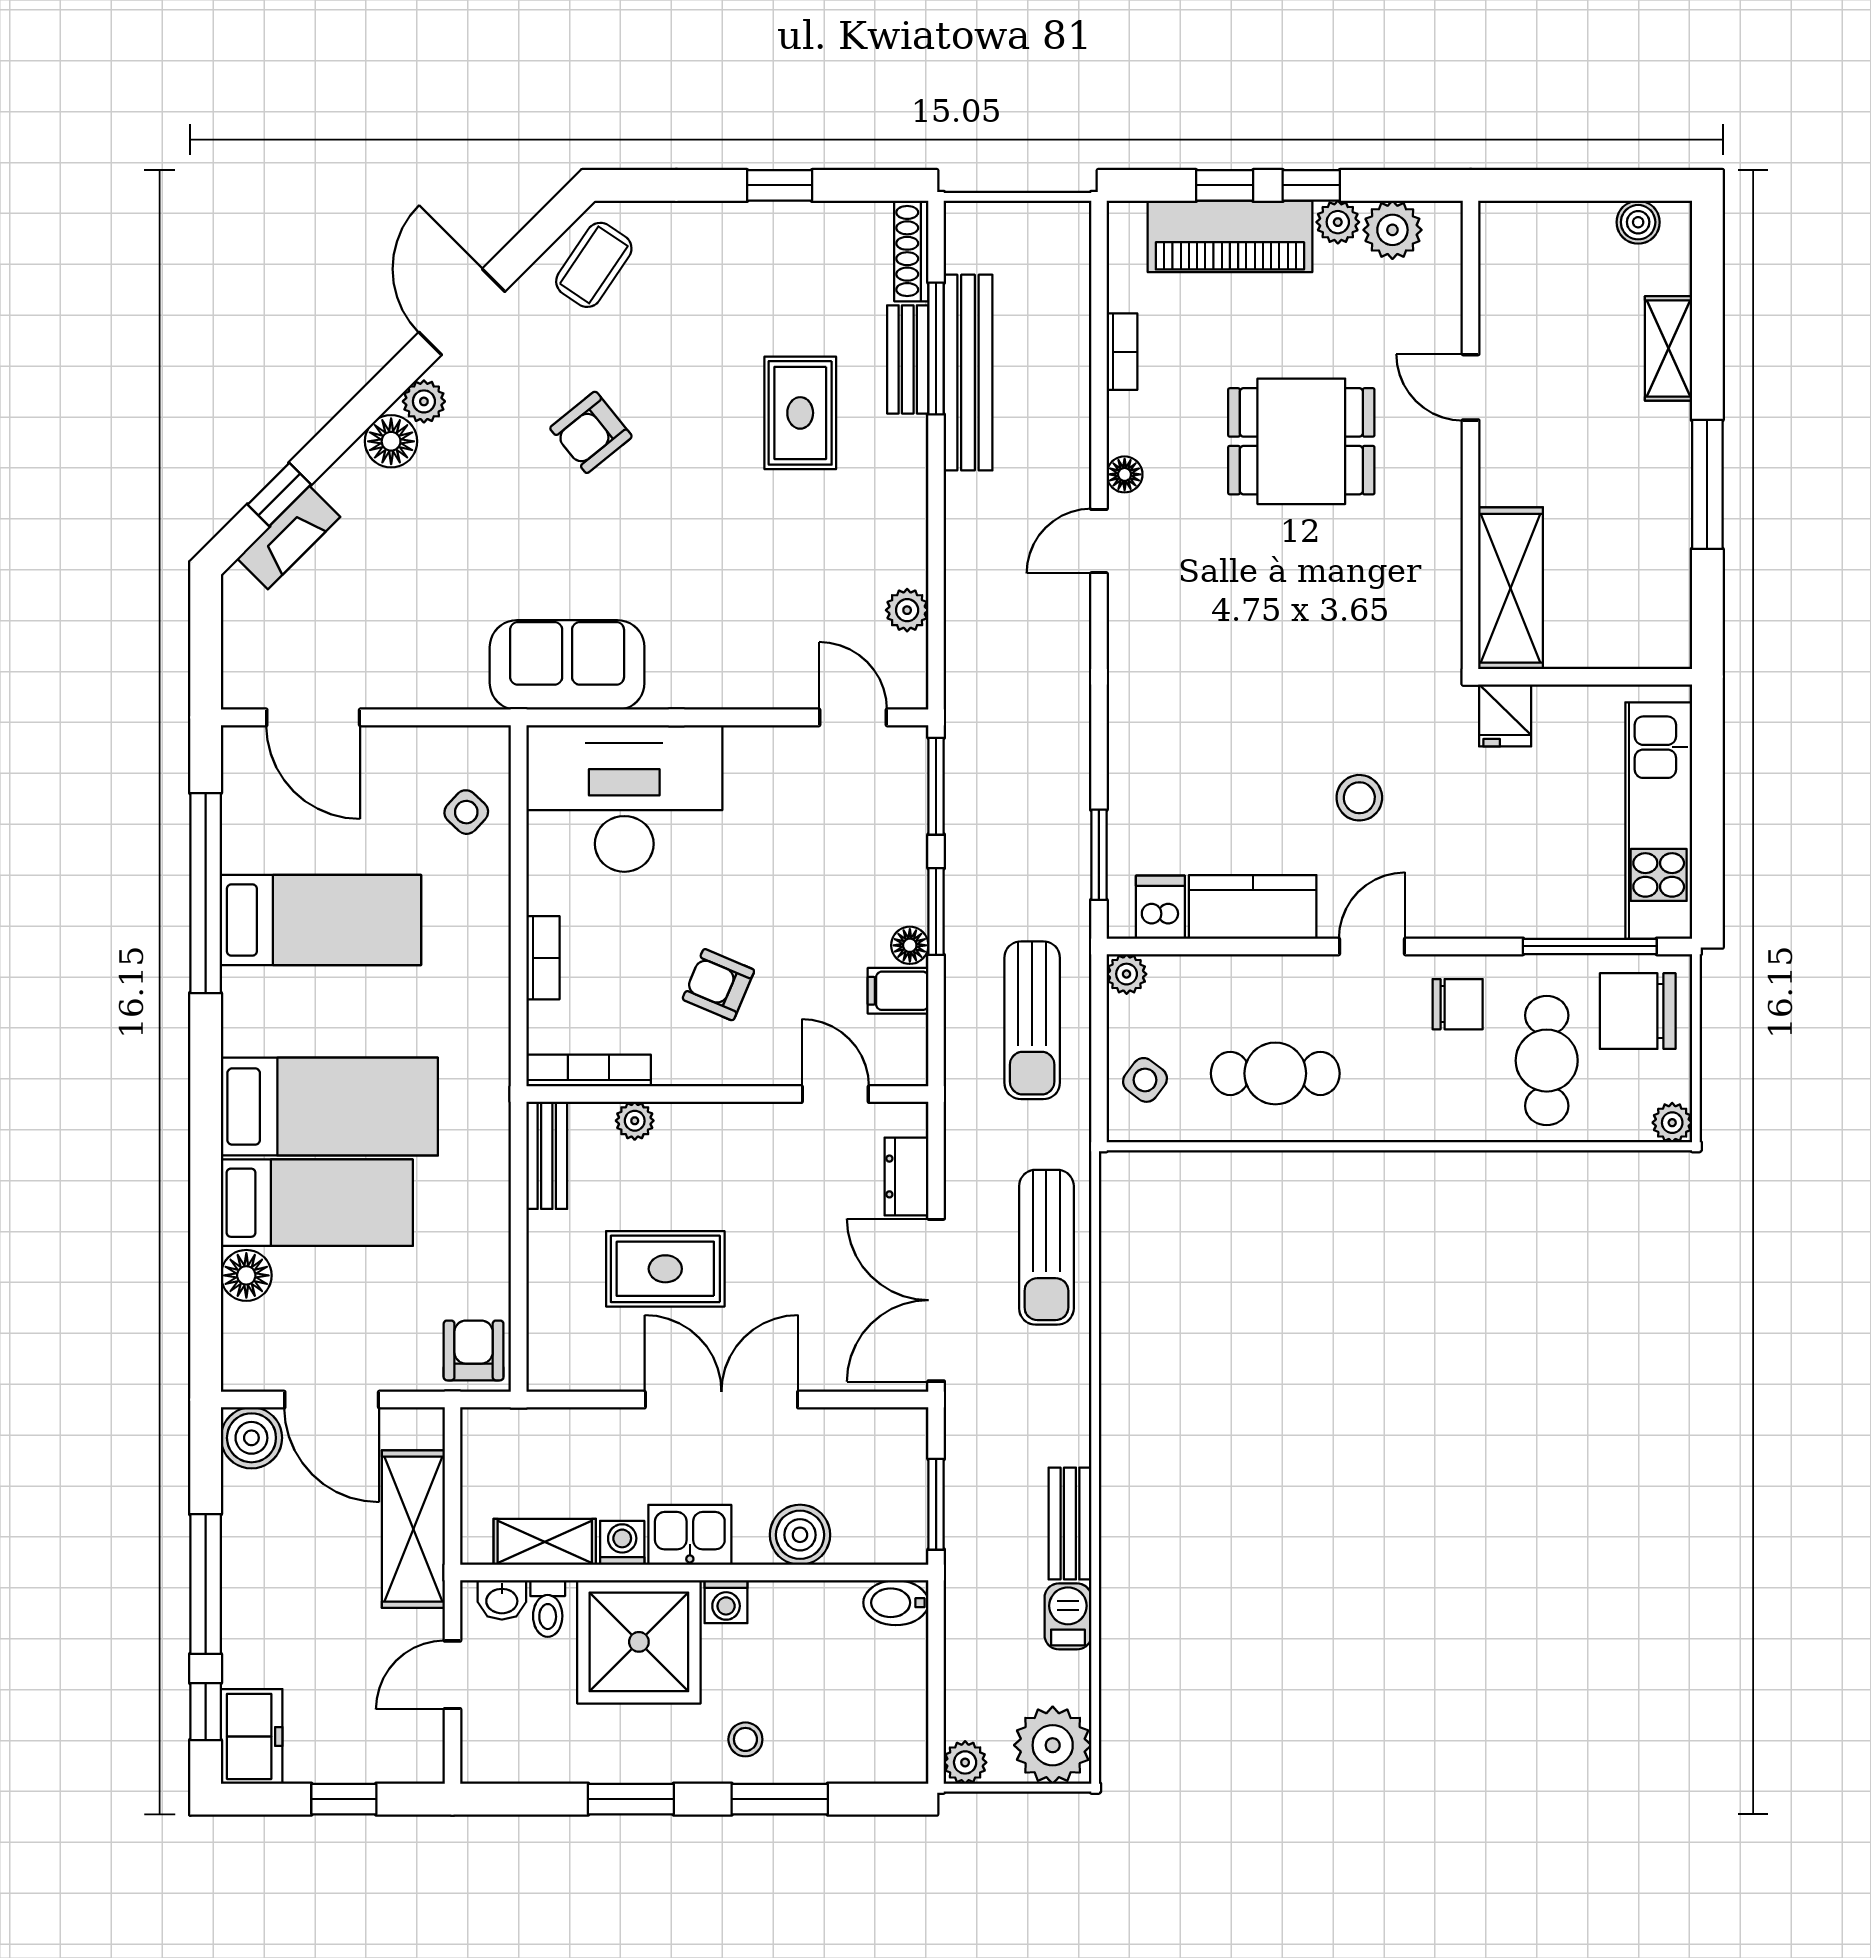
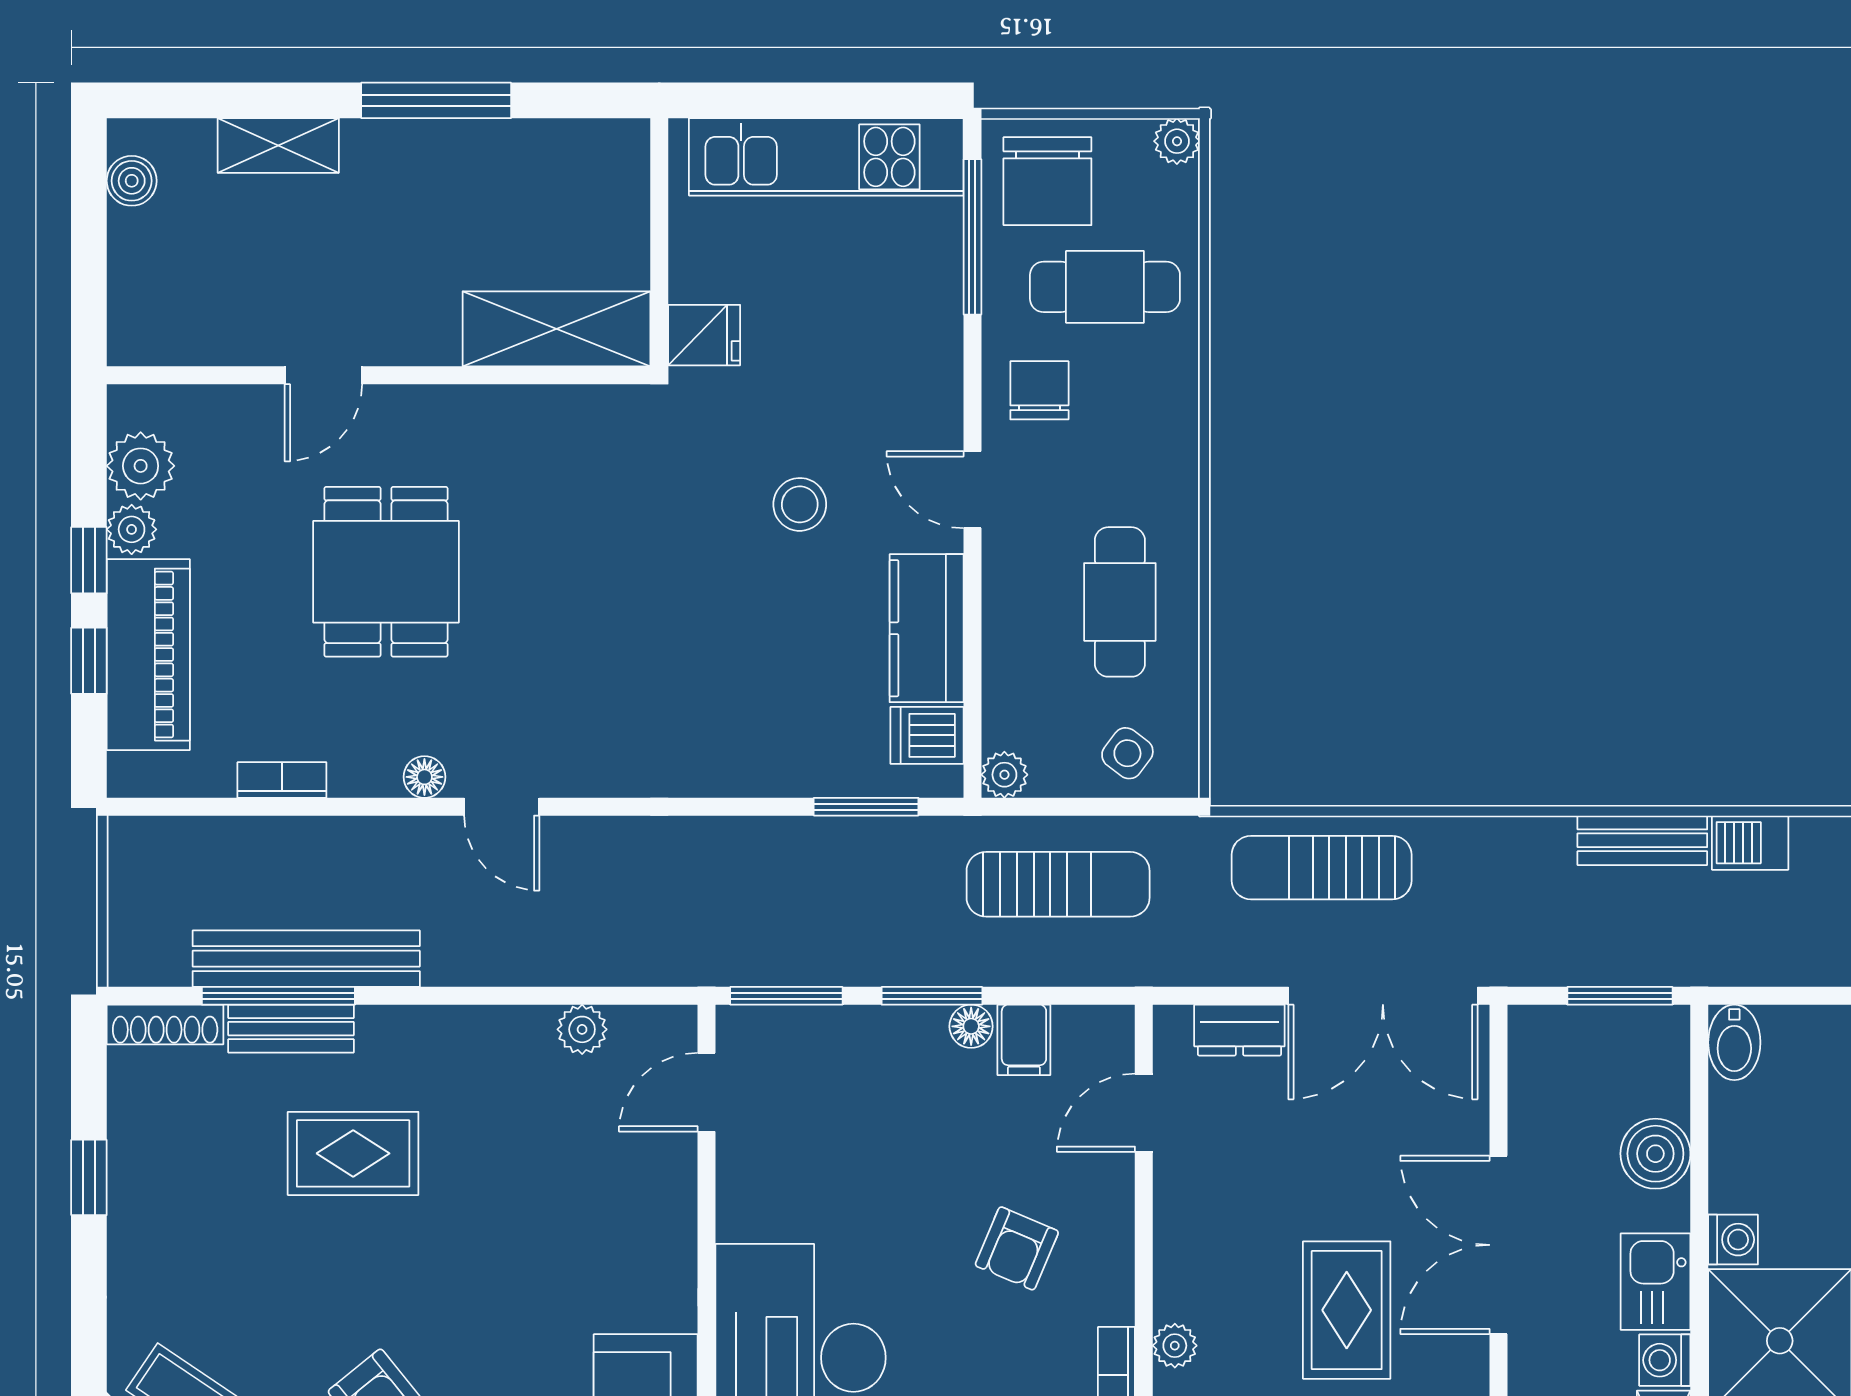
sun lounger: (1046, 1247) -> (1322, 868), turned 180

